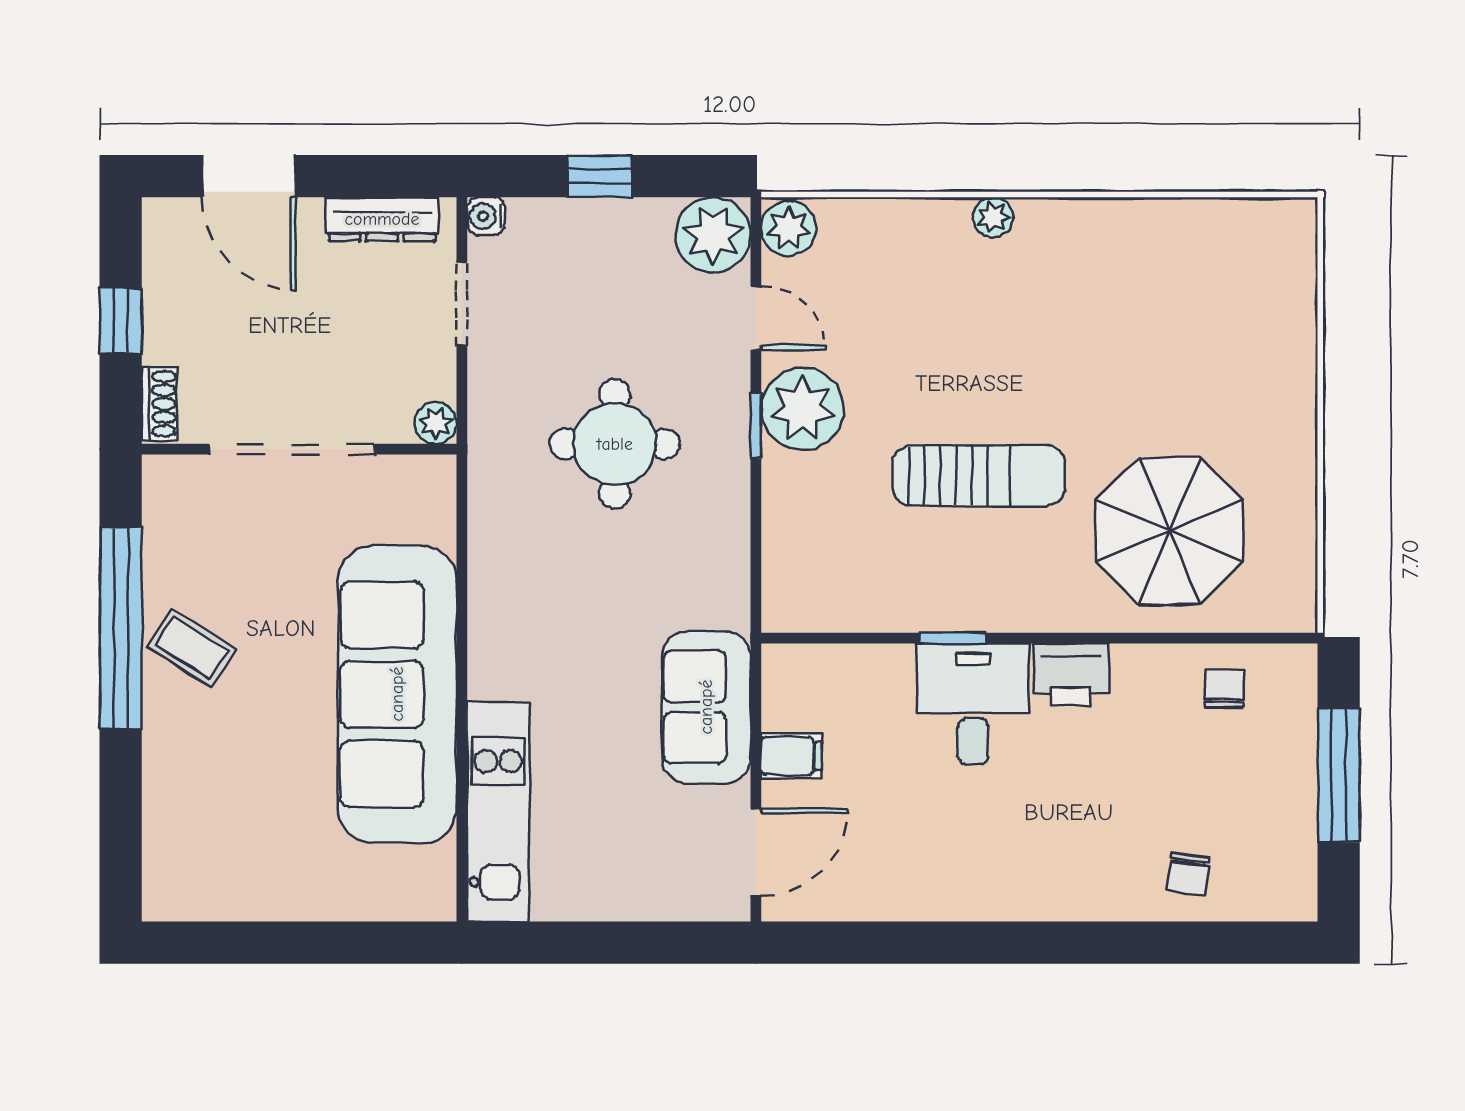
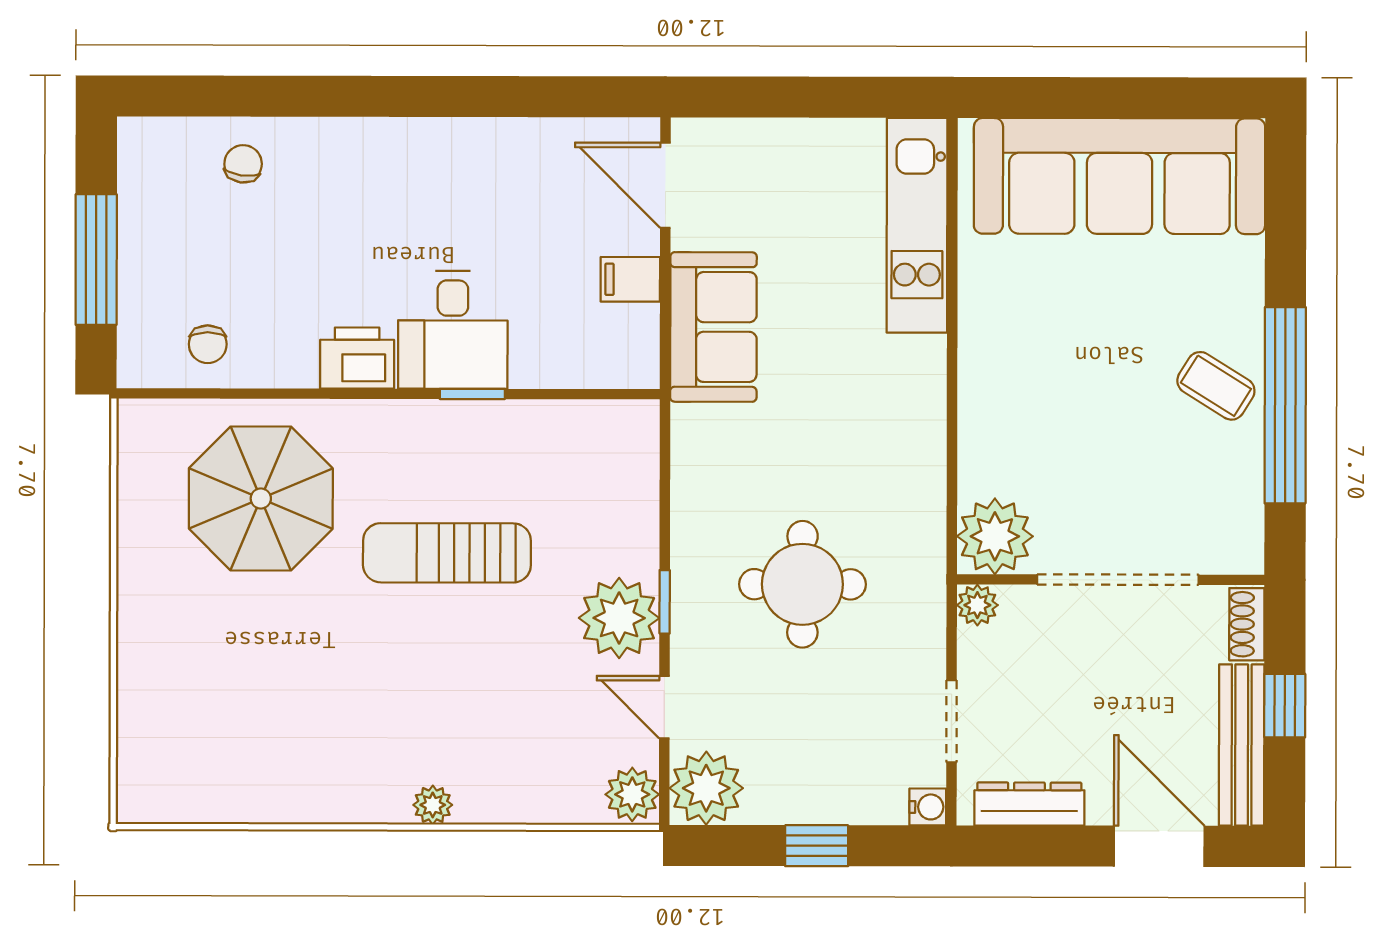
bench: (165, 280) -> (1242, 745), added
plant: (418, 493) -> (995, 536), added
sofa: (397, 694) -> (1120, 176), moved, turned 90
door: (756, 852) -> (665, 185), hinge flipped

